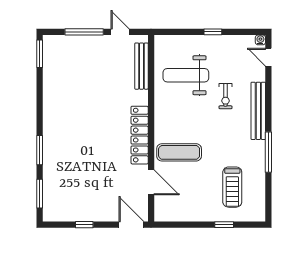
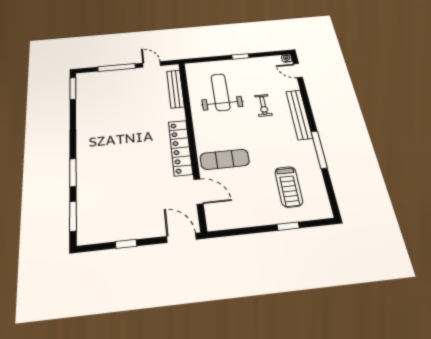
weight bench: (186, 75) -> (220, 92), turned 90

